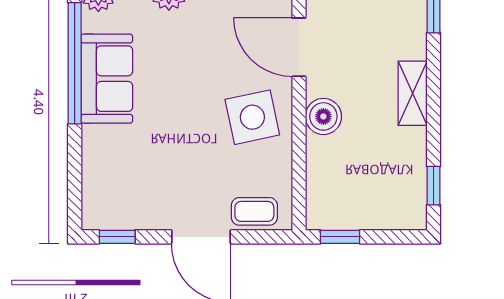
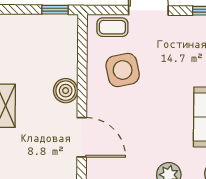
side table: (252, 117) -> (123, 70), moved

